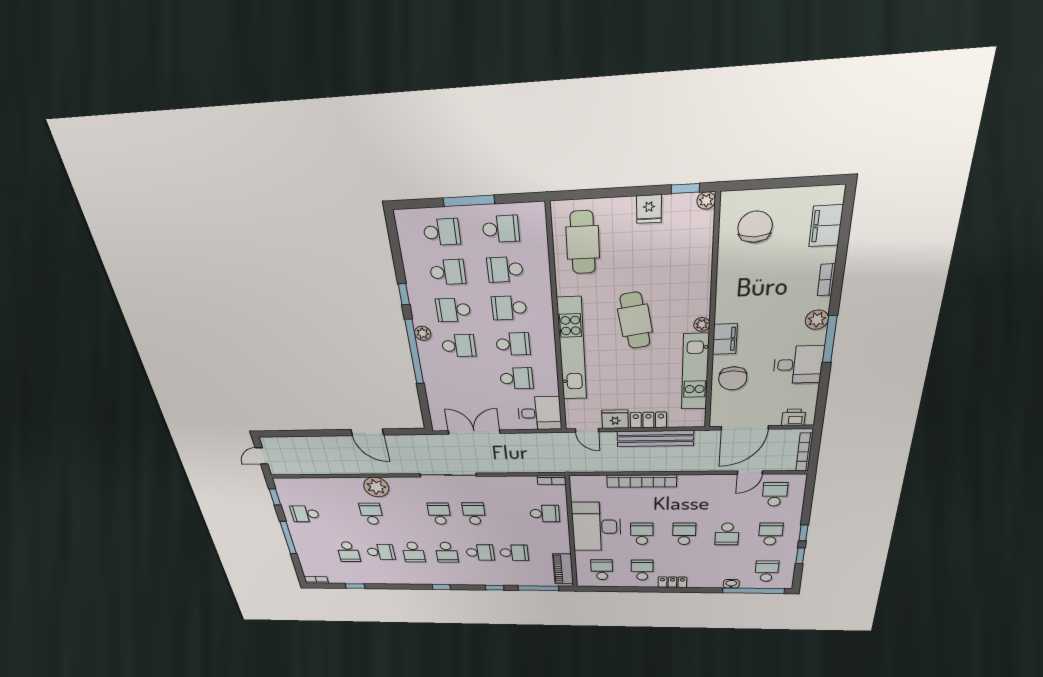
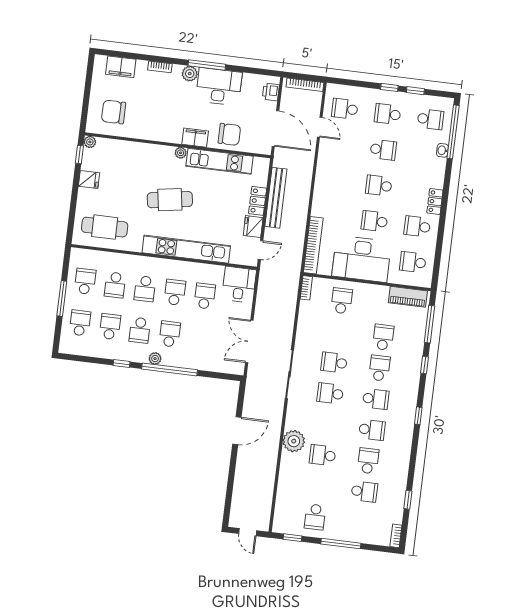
desk: (798, 365) -> (219, 87), width x1.37
bookcase: (642, 481) -> (313, 245), moved
school desk: (767, 571) -> (430, 119), turned 180

